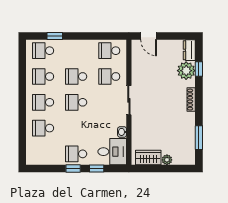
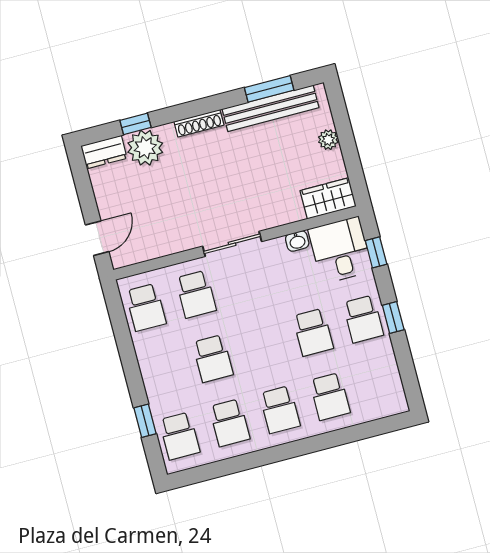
school desk: (76, 102) -> (313, 332), moved
bench: (189, 136) -> (270, 108), added
wardrobe: (148, 158) -> (328, 198), moved, turned 90
window: (97, 169) -> (376, 252), moved

